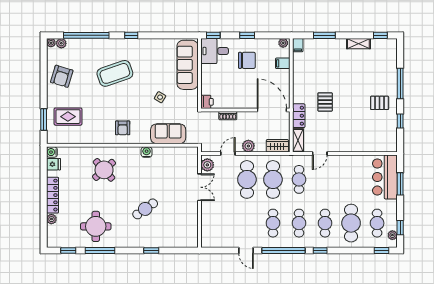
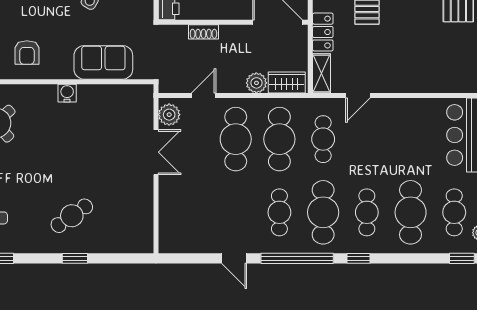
plant: (248, 146) -> (256, 83), moved
cafe table: (145, 209) -> (72, 216), moved
cafe table: (299, 223) -> (323, 212), width x1.37, depth x1.35

